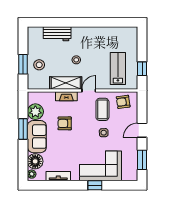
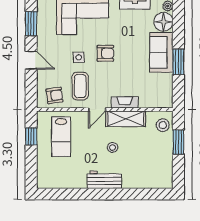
workbench: (57, 34) -> (104, 180), moved
stool: (39, 65) -> (163, 125), moved
plant: (35, 112) -> (163, 83), removed
armchair: (65, 123) -> (105, 53), moved
door: (142, 130) -> (31, 60), hinge flipped

